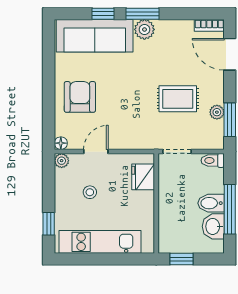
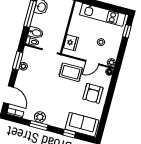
window: (142, 14) -> (39, 125), moved
plant: (144, 29) -> (40, 117), moved
sofa: (95, 36) -> (82, 125), width x0.73
rug: (178, 99) -> (71, 72), moved
bidet: (211, 203) -> (36, 33), moved

